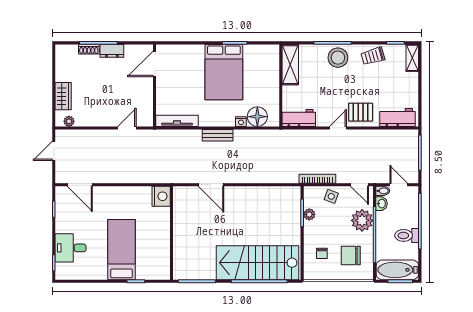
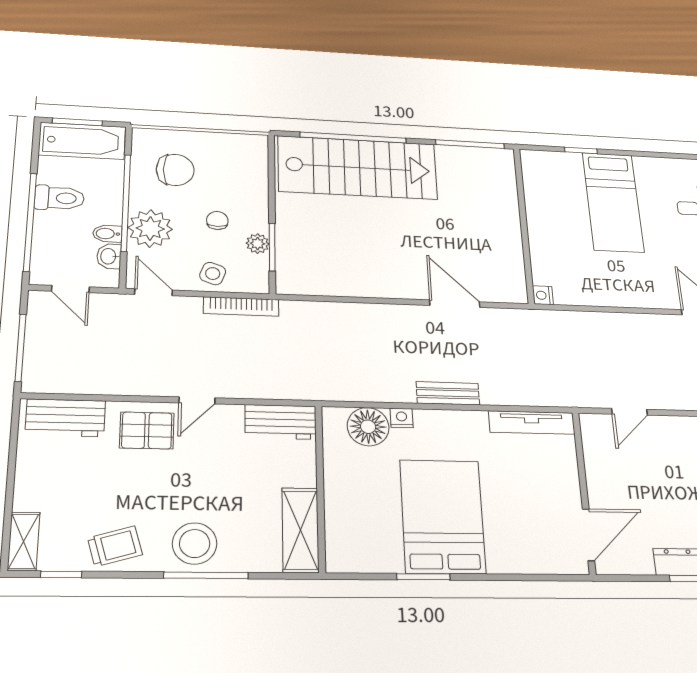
bidet: (383, 191) -> (107, 234), moved
nightstand: (161, 196) -> (543, 295), width x0.53, depth x0.56
chair: (322, 253) -> (217, 220), moved

